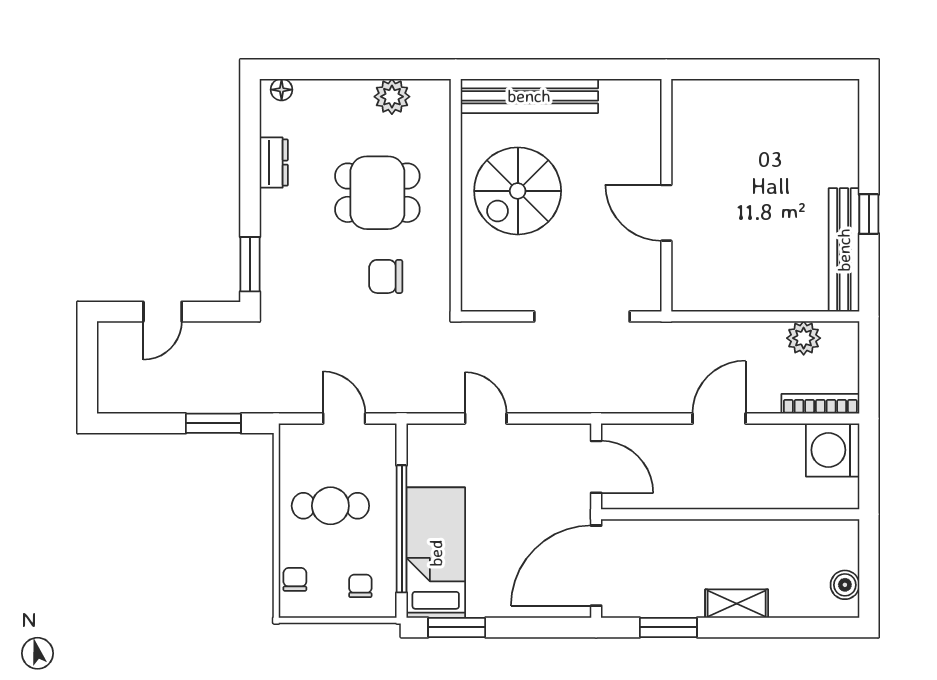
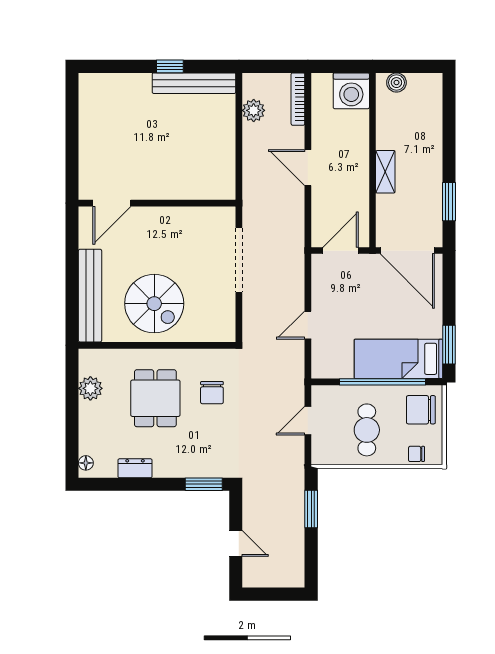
door: (666, 213) -> (112, 203), moved
washing machine: (833, 450) -> (351, 91), moved
boiler: (845, 585) -> (396, 83), moved
chair: (360, 586) -> (421, 410), width x1.87, depth x1.87
shelving: (737, 604) -> (385, 172), moved

